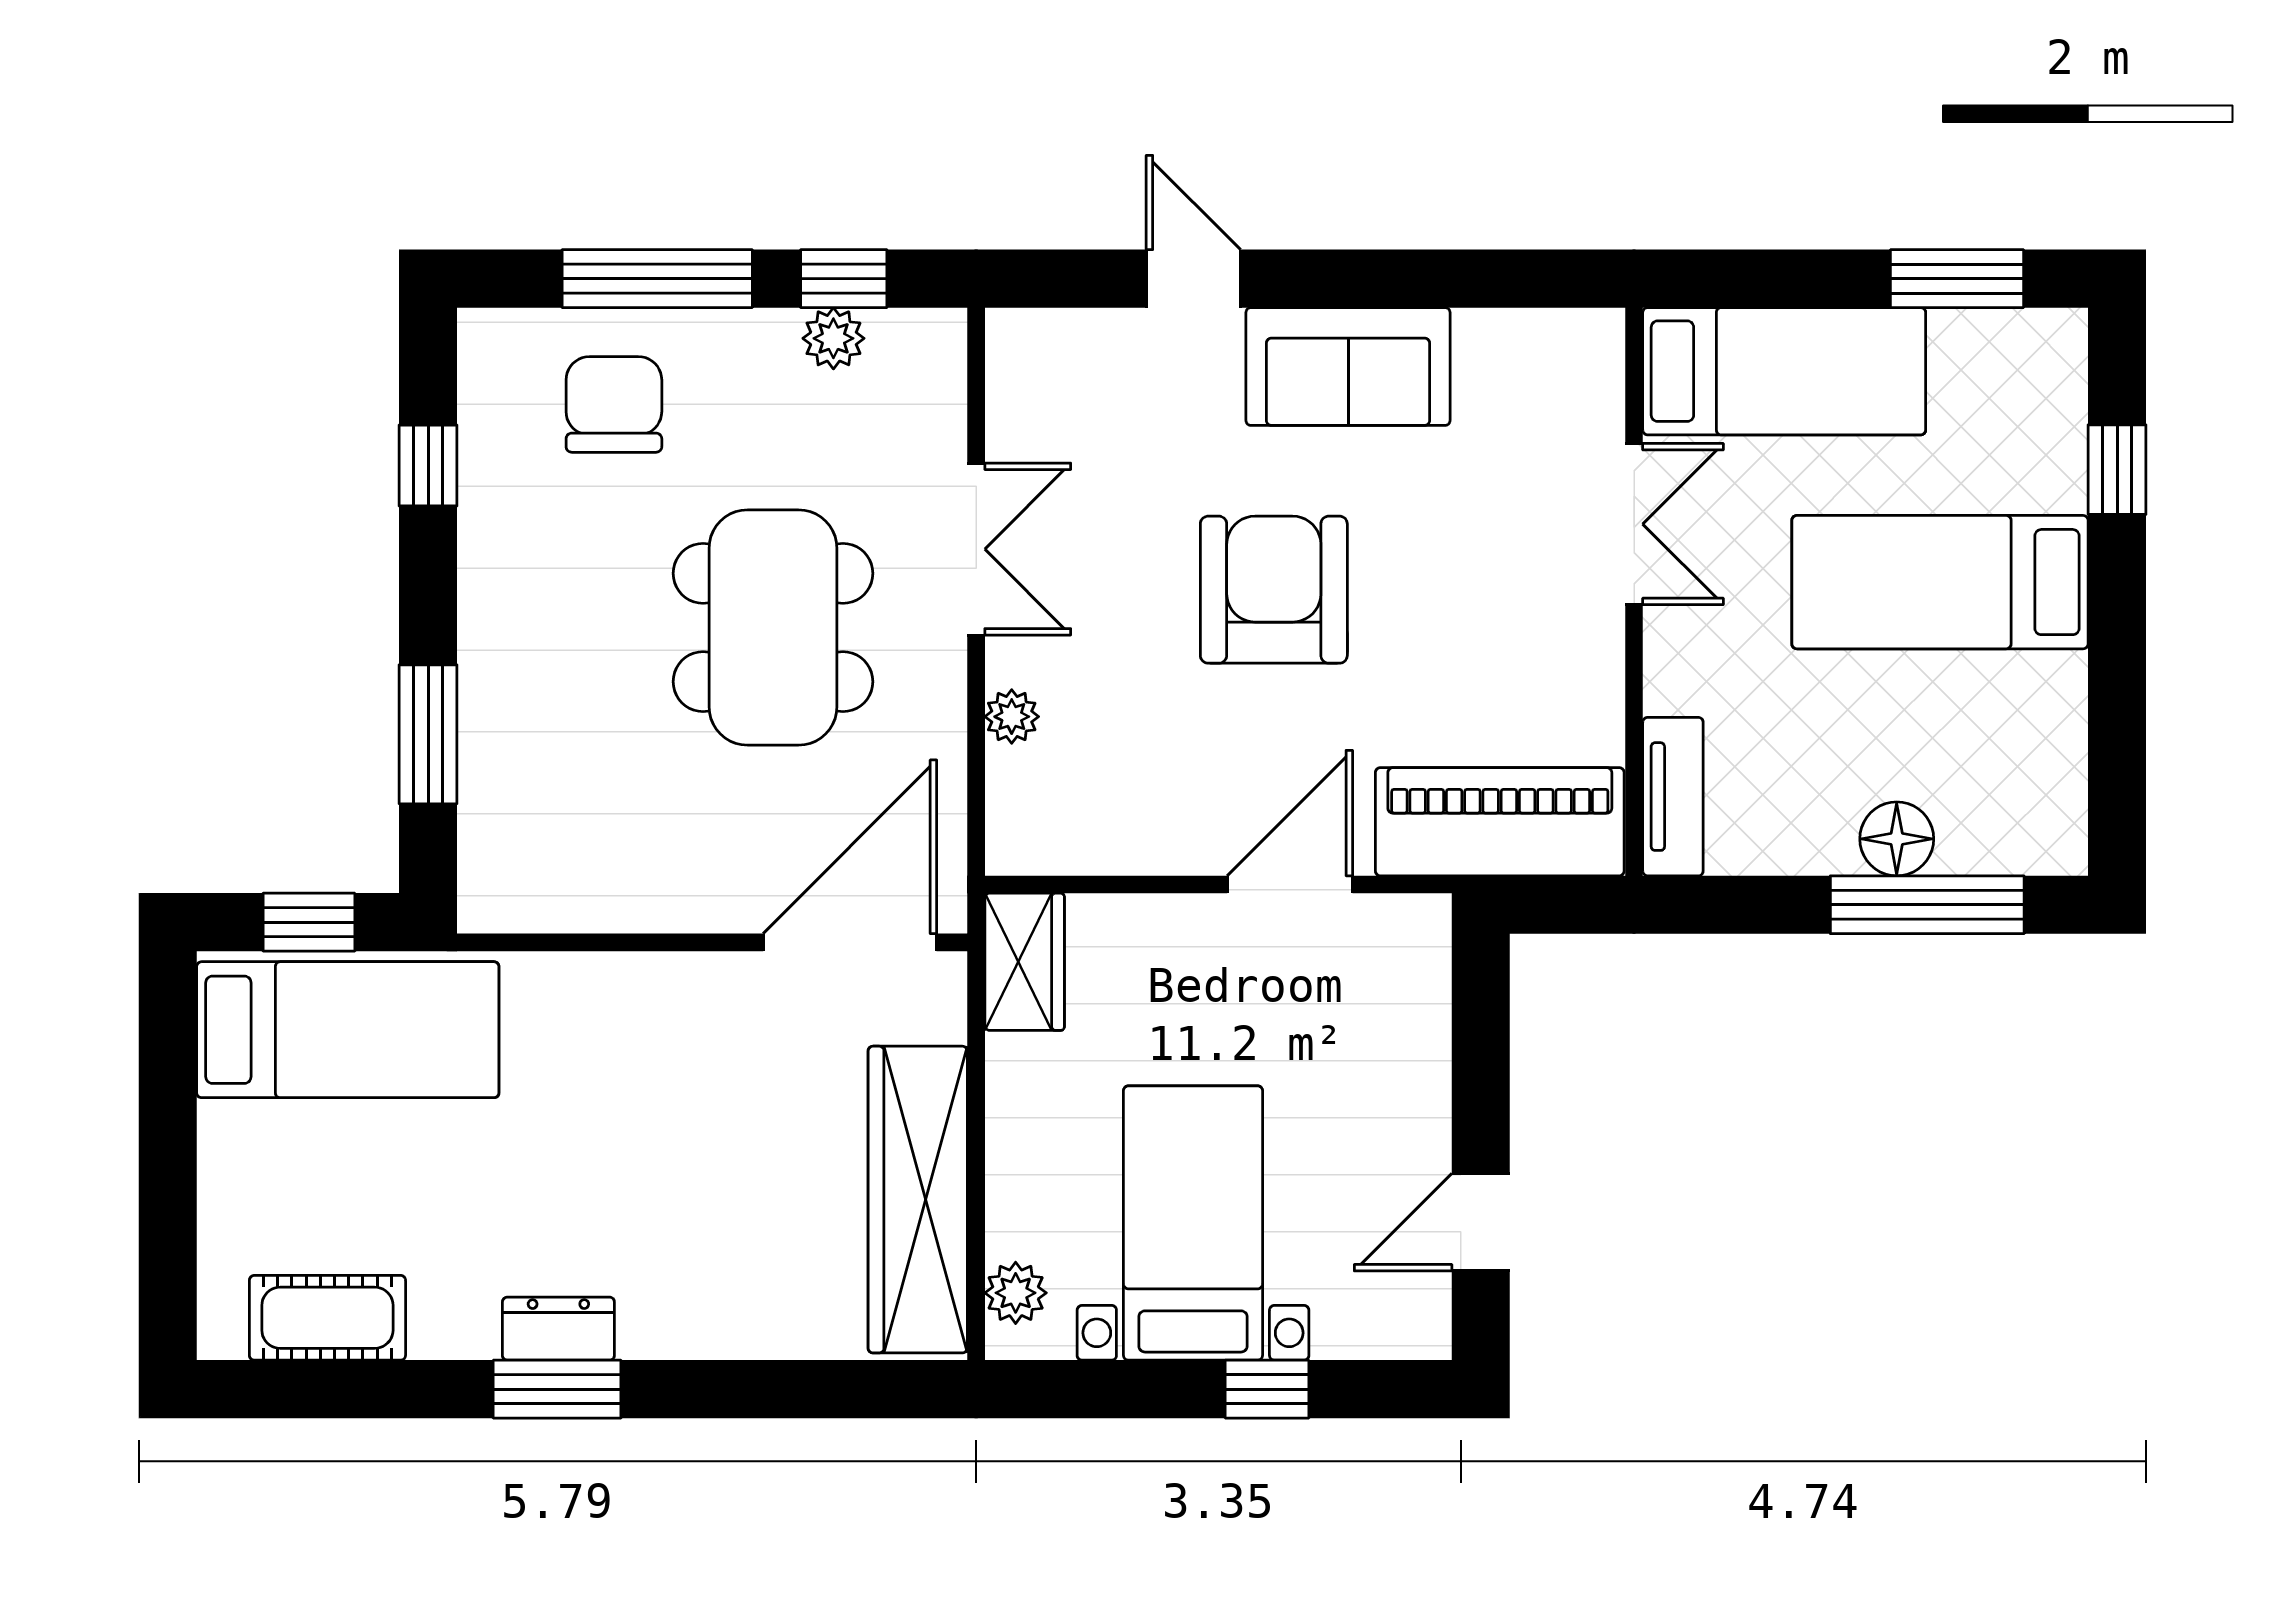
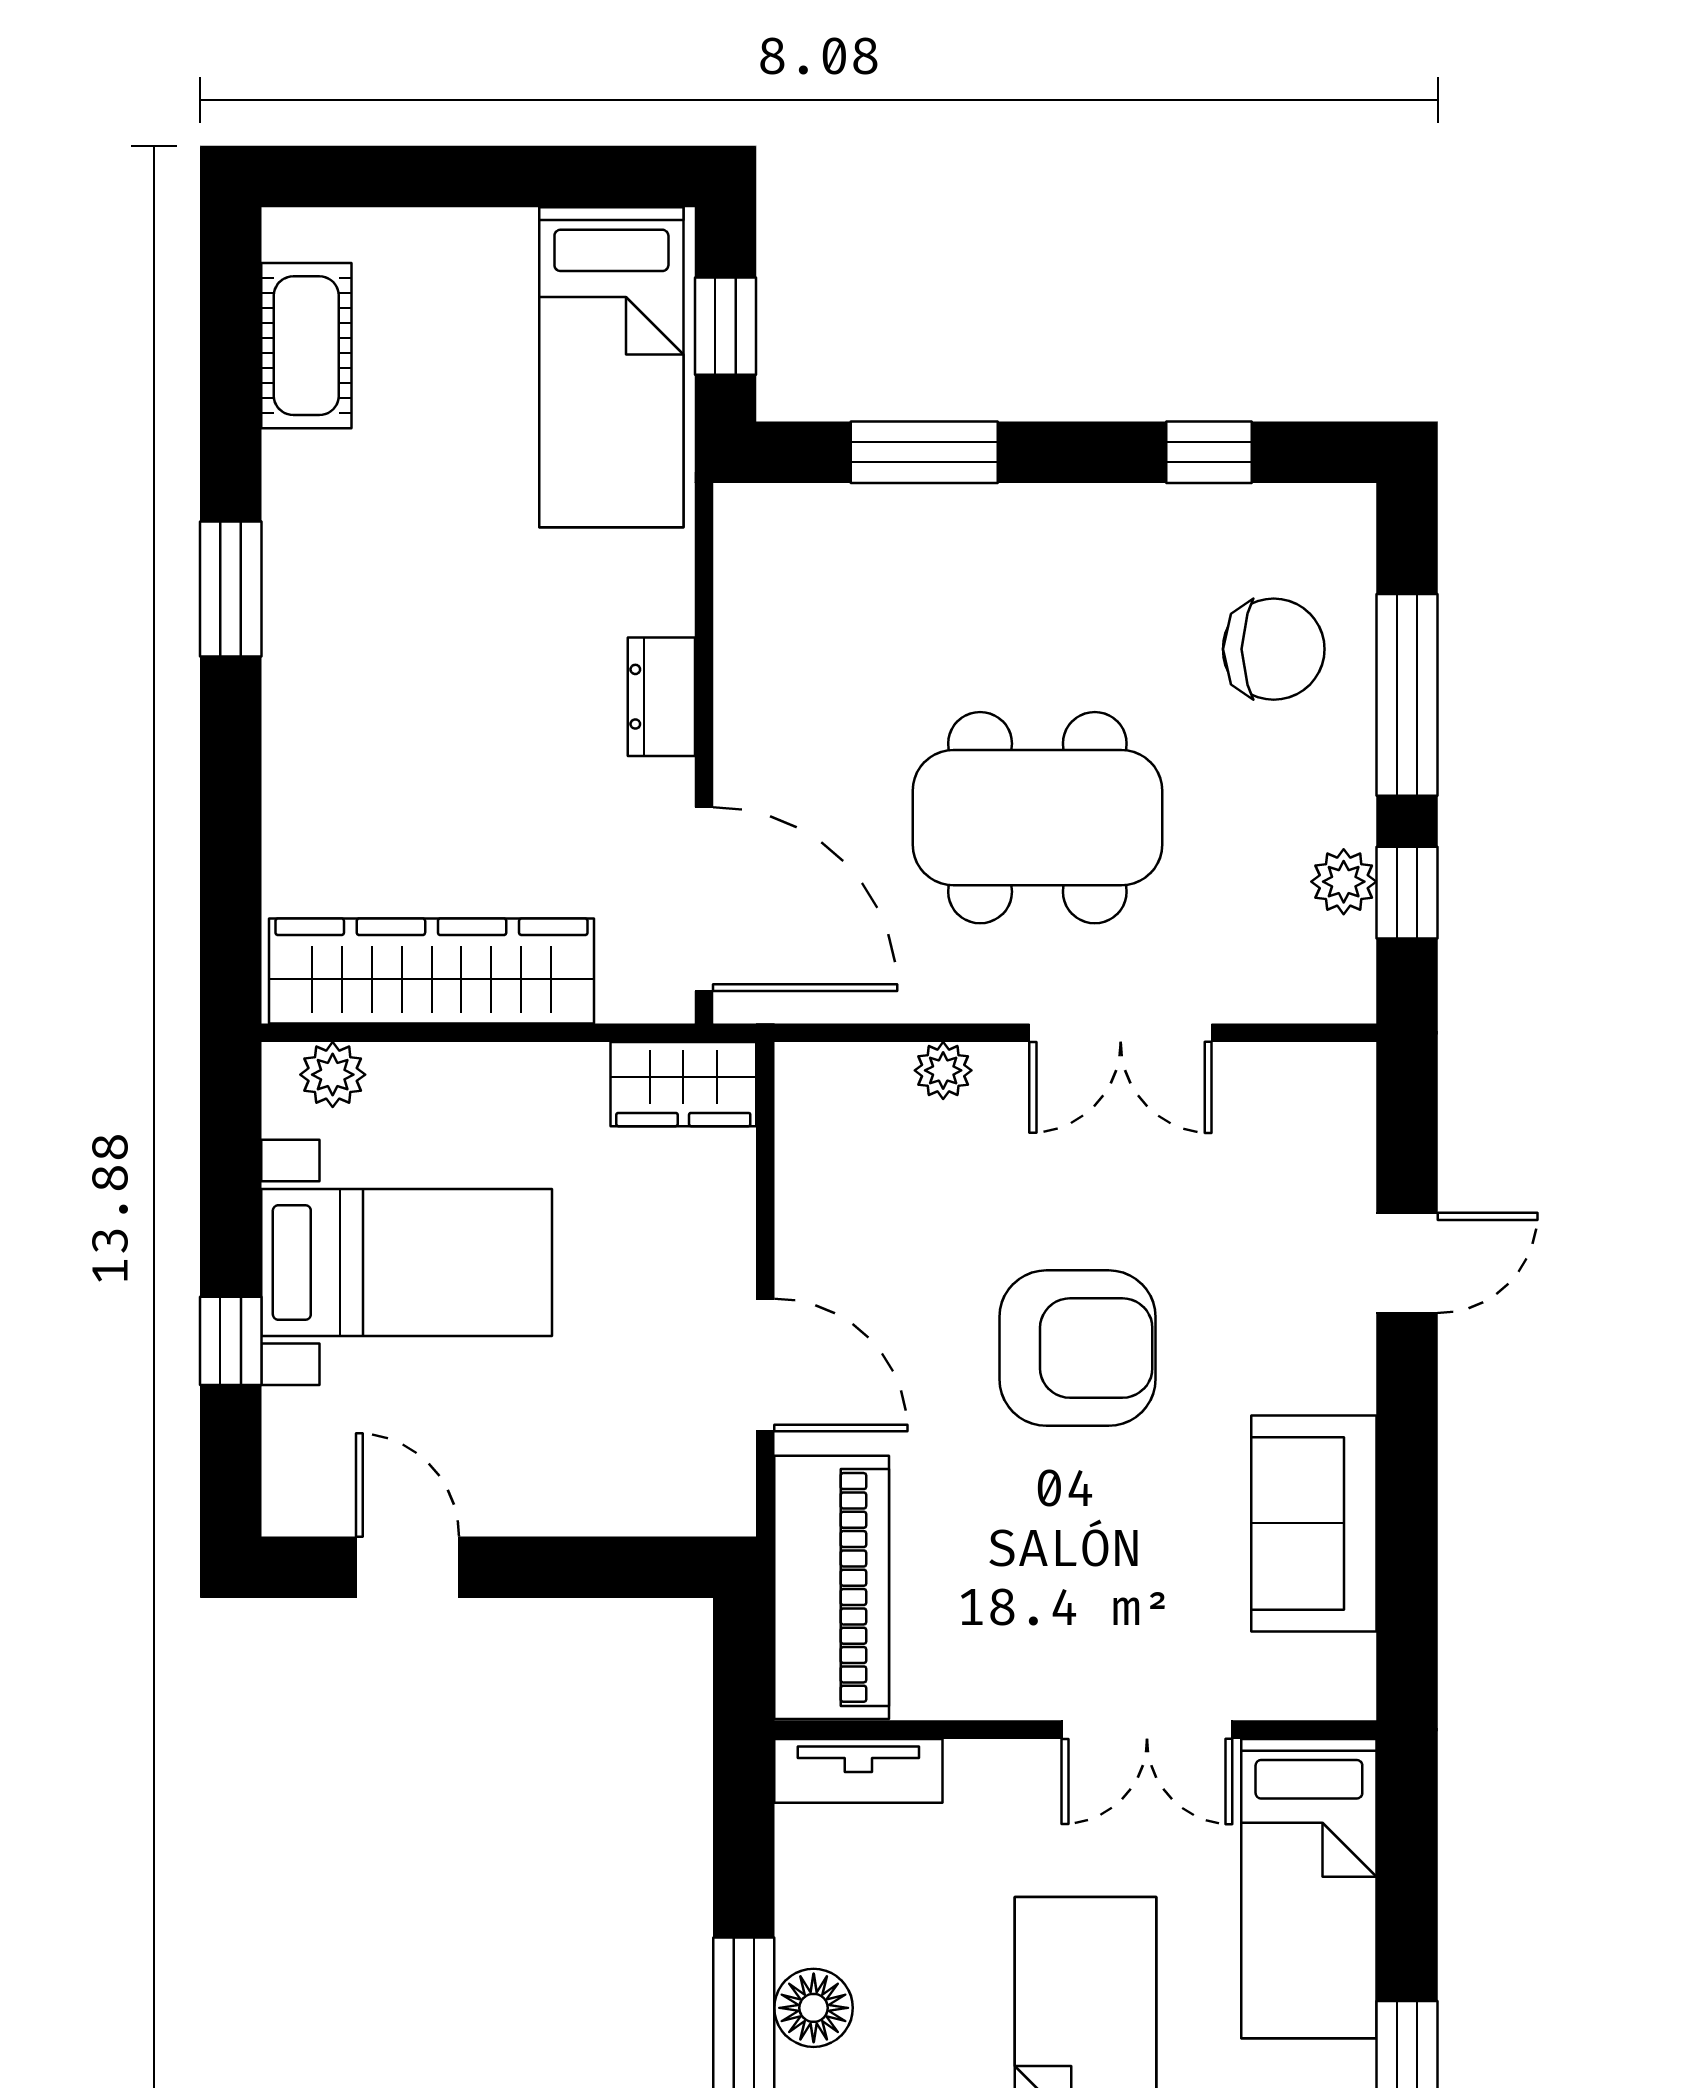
sofa: (1348, 366) -> (1314, 1523), moved
dresser: (558, 1329) -> (661, 697), moved, turned 180

